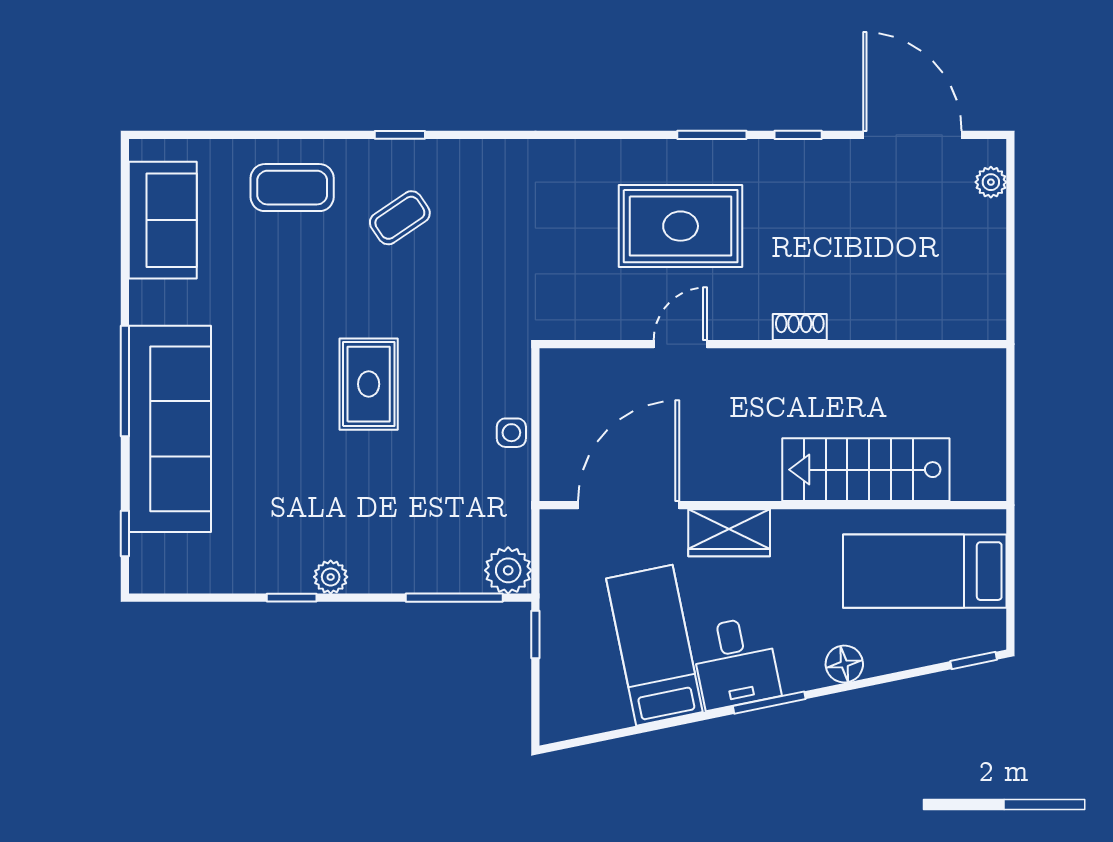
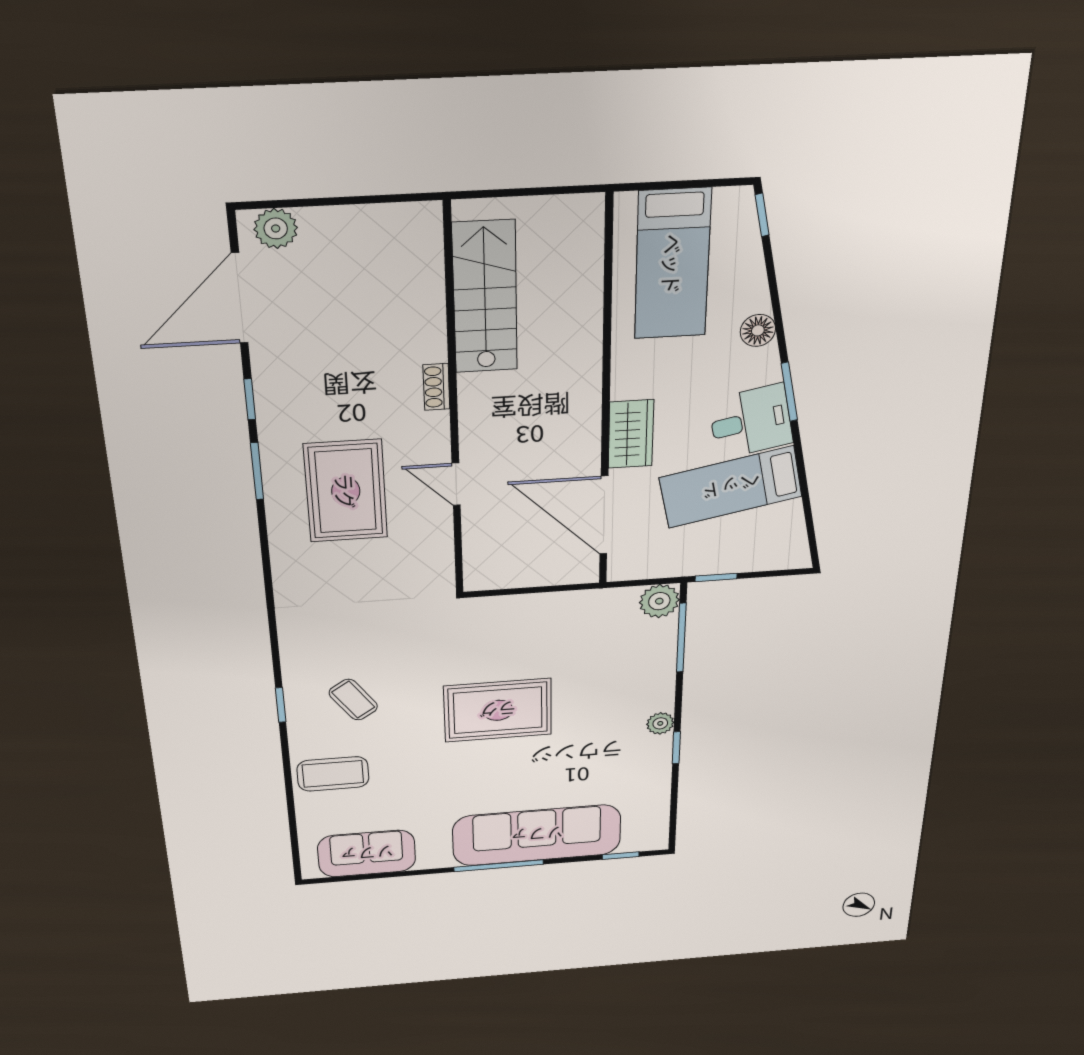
plant: (991, 182) -> (276, 228), width x1.38, depth x1.38
coffee table: (292, 188) -> (333, 774), turned 90
rug: (369, 384) -> (498, 710), width x1.36, depth x1.43
side table: (511, 433) -> (539, 607), removed
stairs: (866, 470) -> (485, 297), moved, turned 180

